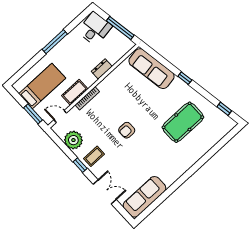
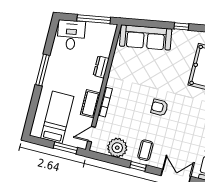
armchair: (127, 130) -> (159, 107), turned 90

